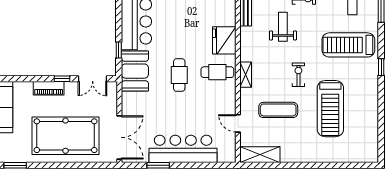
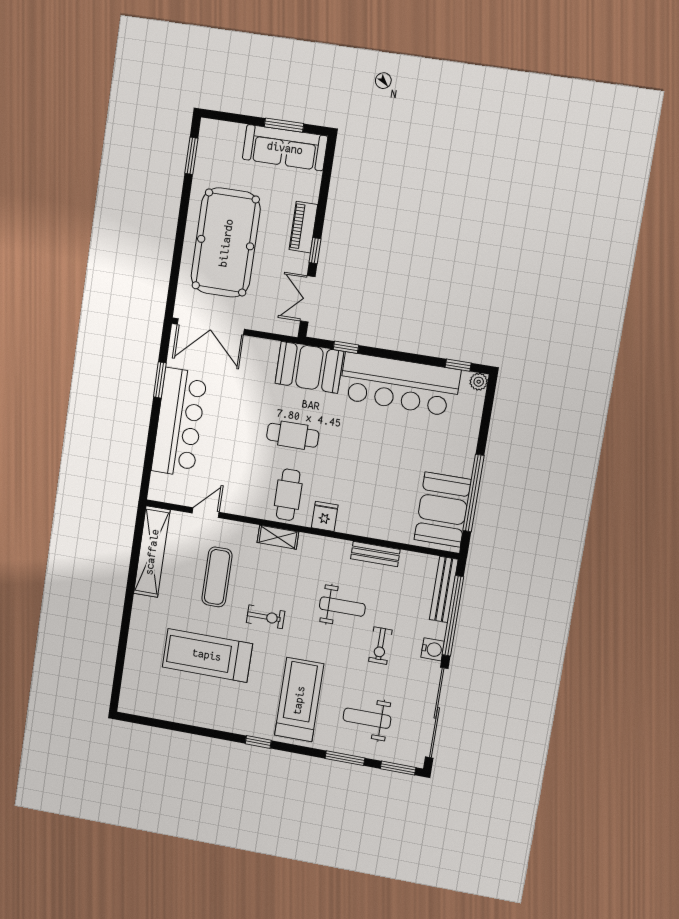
fridge: (224, 40) -> (325, 516), width x0.53, depth x0.75
shelving: (260, 155) -> (152, 552), width x1.47

